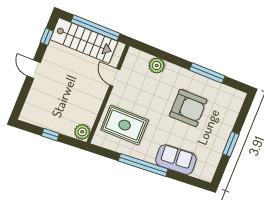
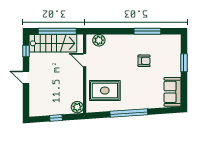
plant: (157, 66) -> (99, 40), moved
armchair: (188, 108) -> (144, 61), width x0.53, depth x0.53
window: (231, 144) -> (184, 63), moved
sofa: (176, 160) -> (173, 92), moved, turned -86

